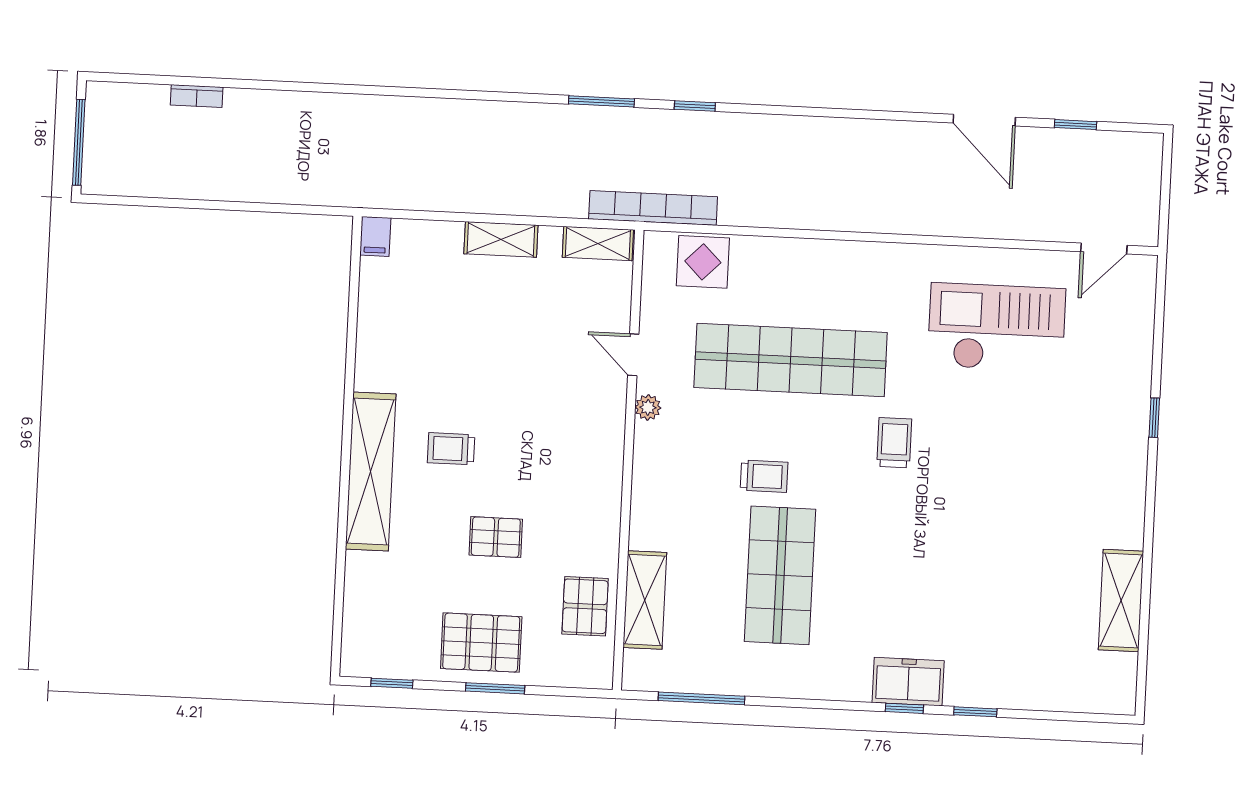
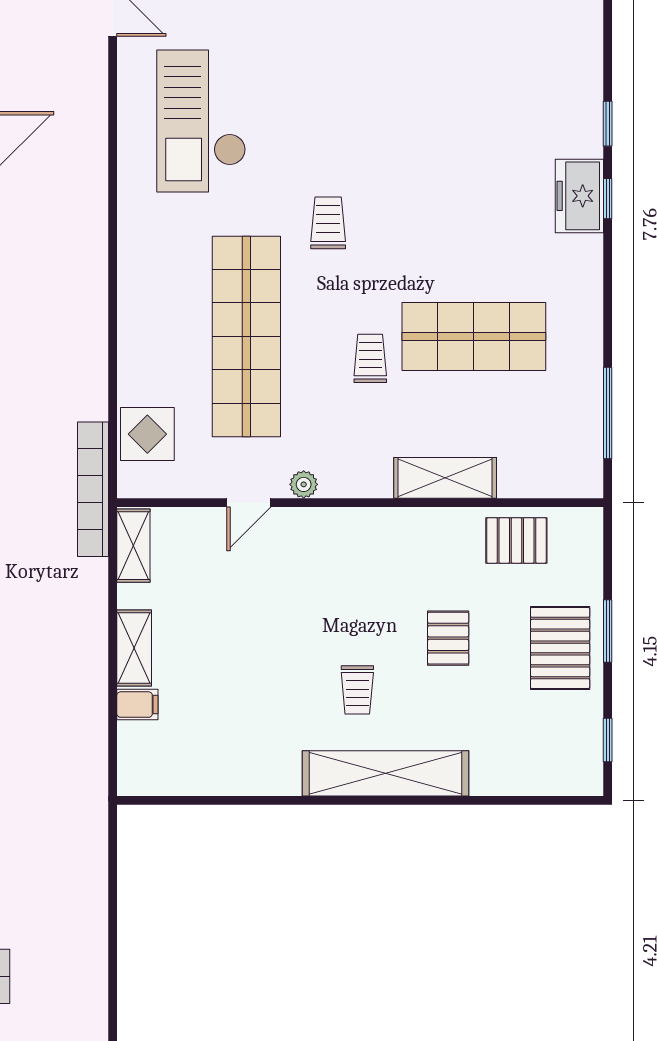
filing cabinet: (375, 236) -> (137, 705), moved
trolley: (894, 443) -> (328, 223), turned 90
shelving: (645, 600) -> (445, 478), moved

